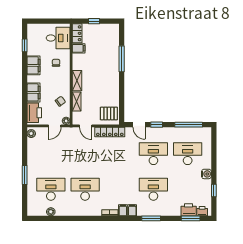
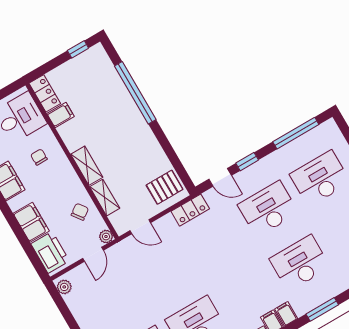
window: (94, 21) -> (78, 49), moved
window: (122, 59) -> (135, 93), width x1.46
locker: (110, 132) -> (190, 210), width x0.66

